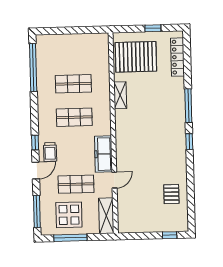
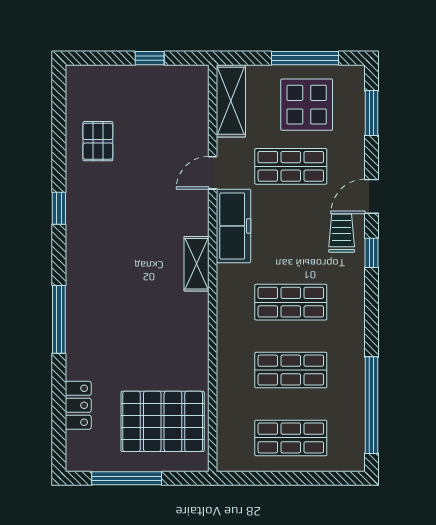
window: (153, 28) -> (127, 478), width x2.17
shop shelf: (72, 50) -> (291, 438), added
locker: (178, 57) -> (78, 405), width x0.66
shelving: (120, 95) -> (196, 264), moved
window: (189, 142) -> (59, 208), moved
window: (37, 212) -> (371, 113), width x0.69
window: (170, 235) -> (150, 58), moved

